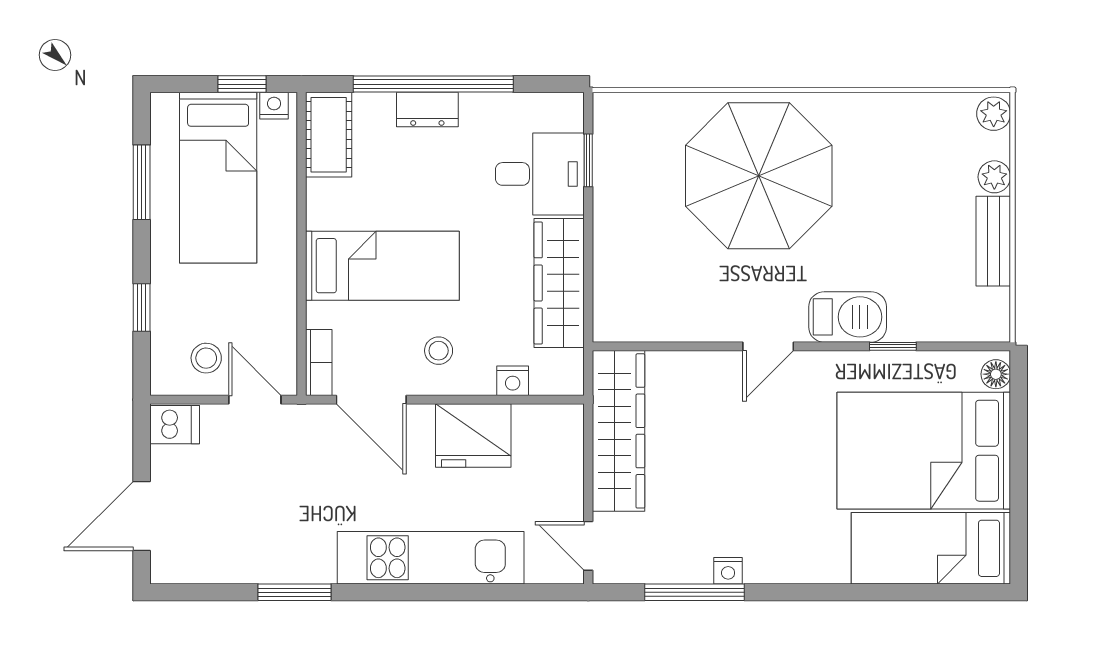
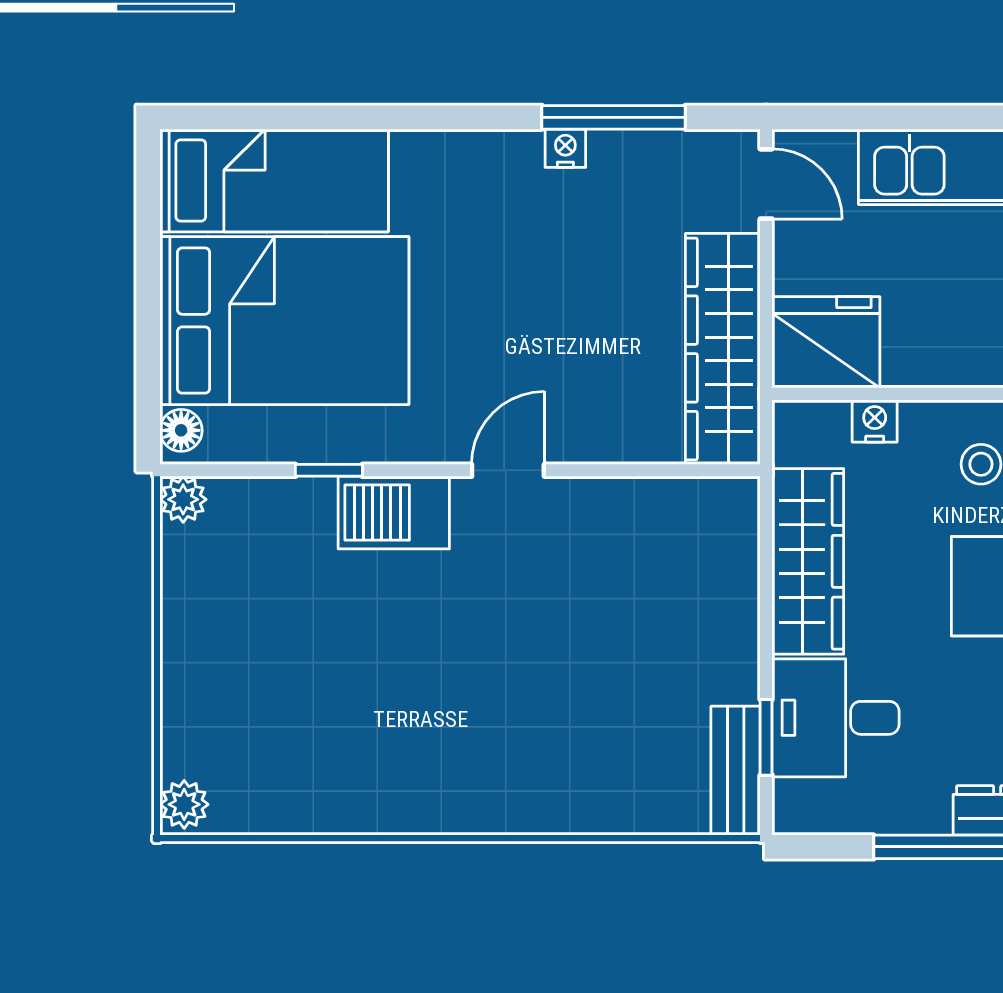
parasol: (759, 176) -> (521, 715), removed
plant: (994, 177) -> (183, 499), moved
bench: (993, 241) -> (736, 771), moved
fridge: (473, 436) -> (826, 342), moved

